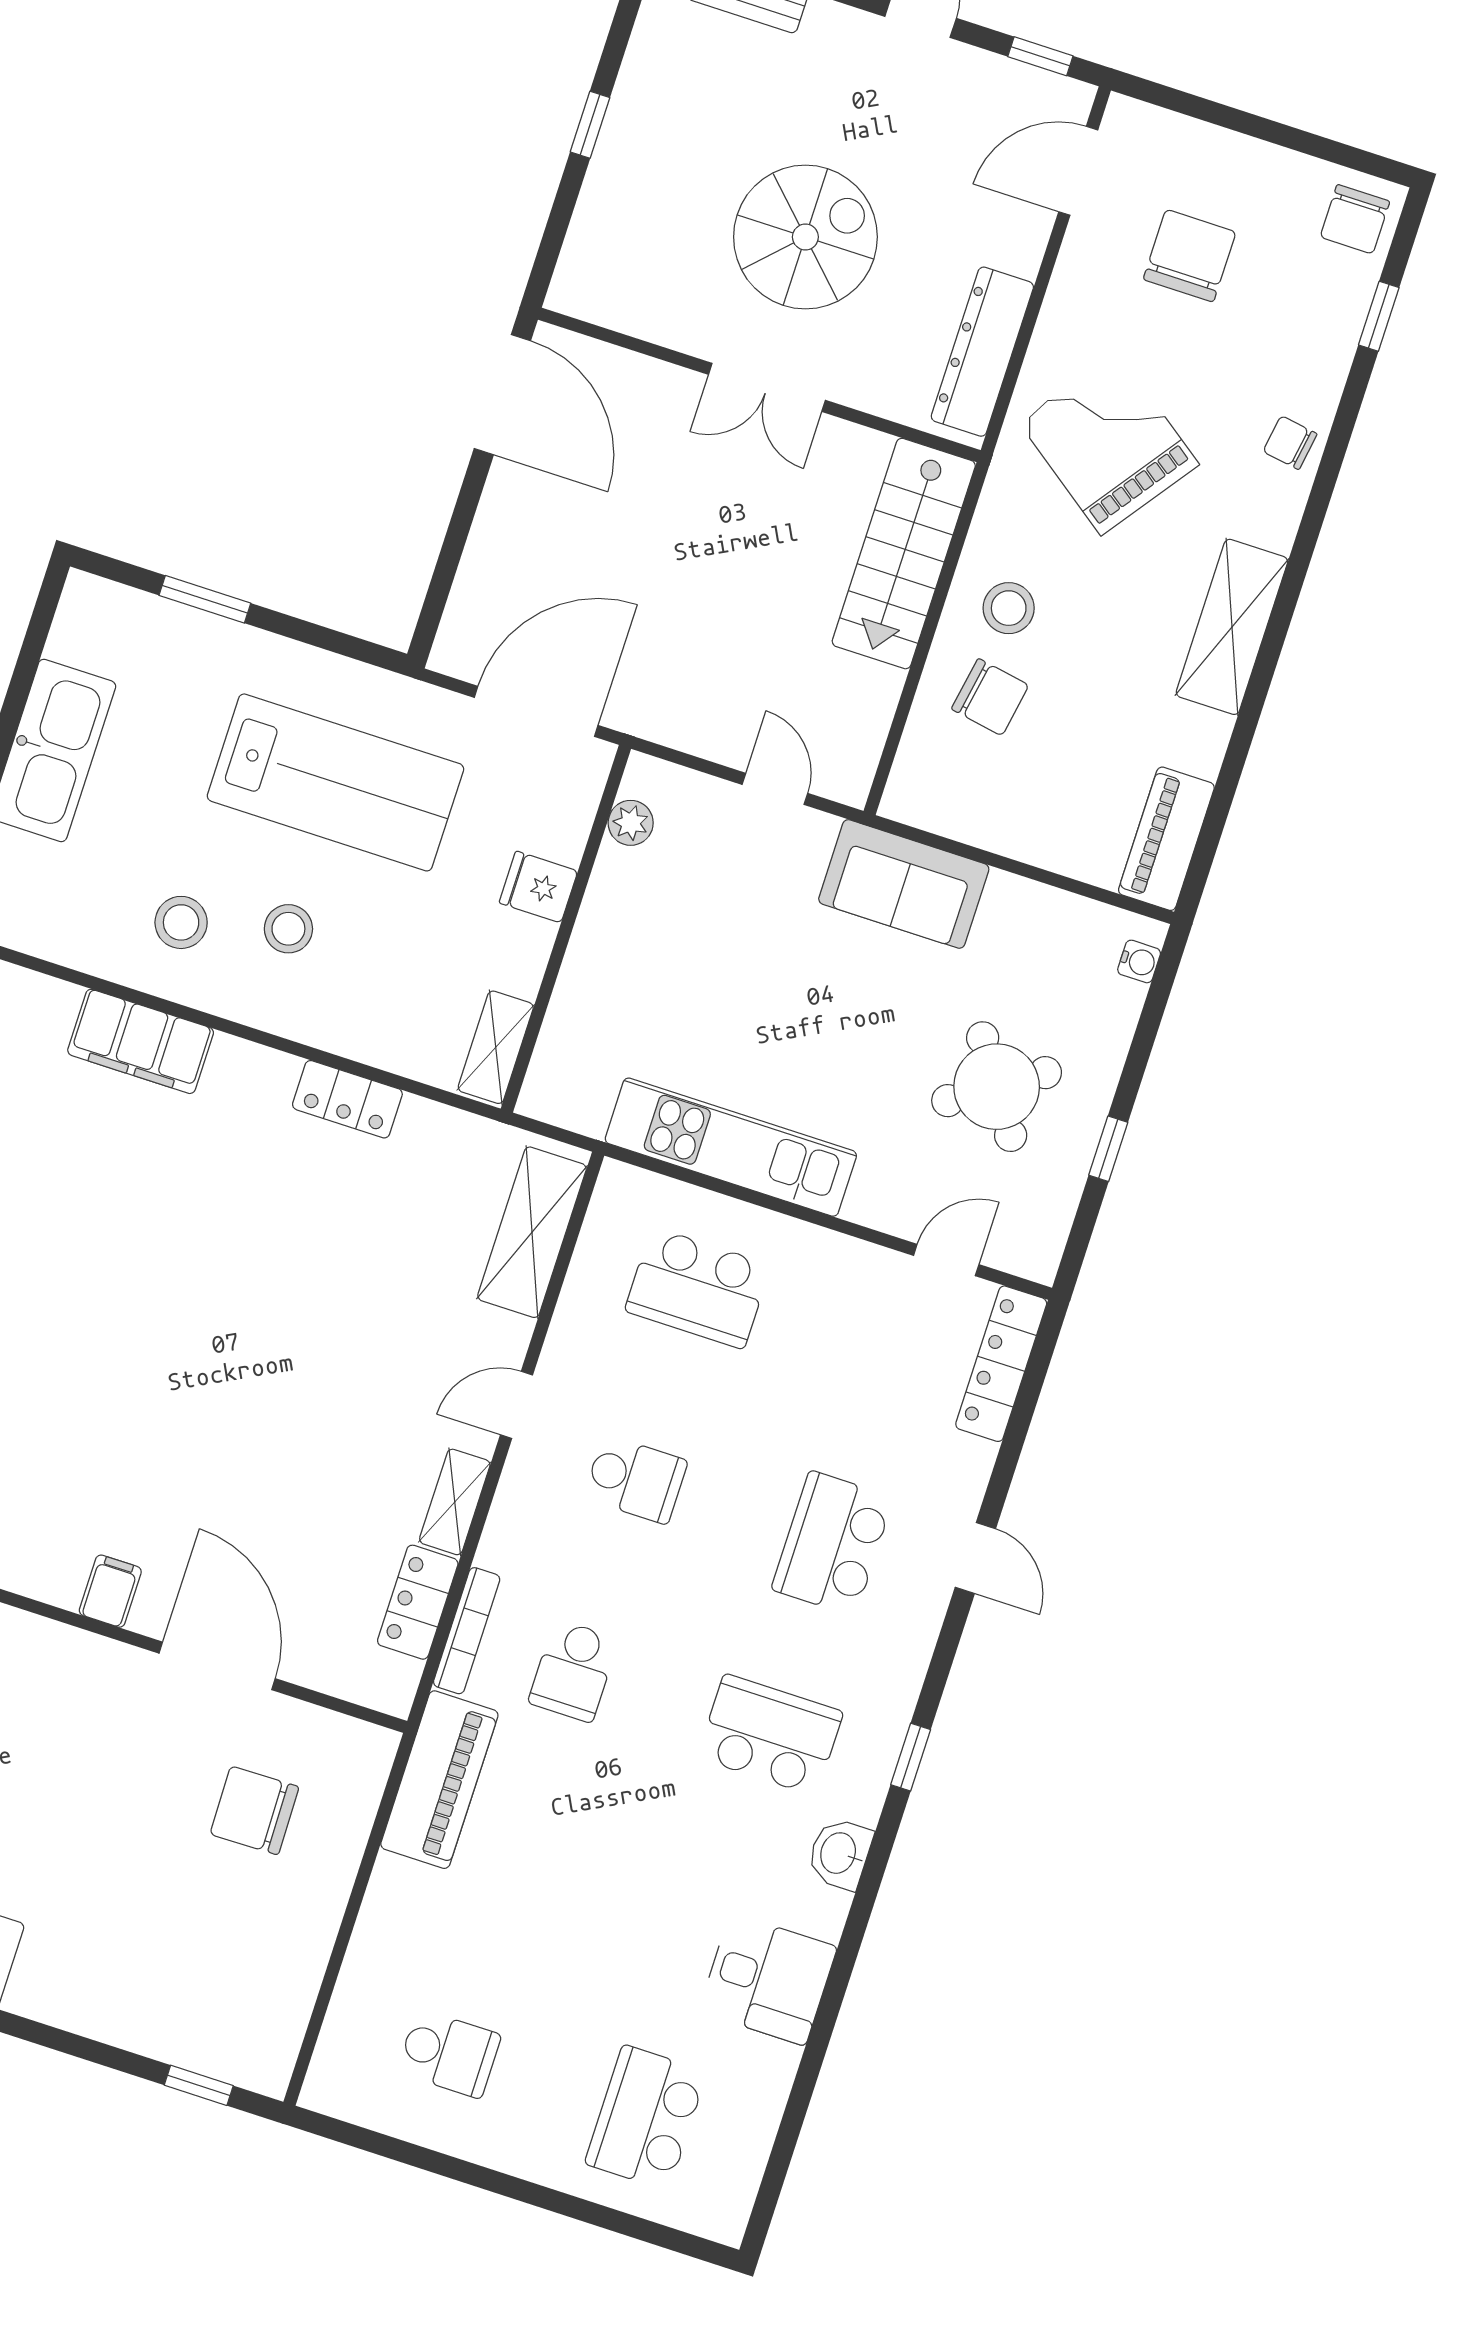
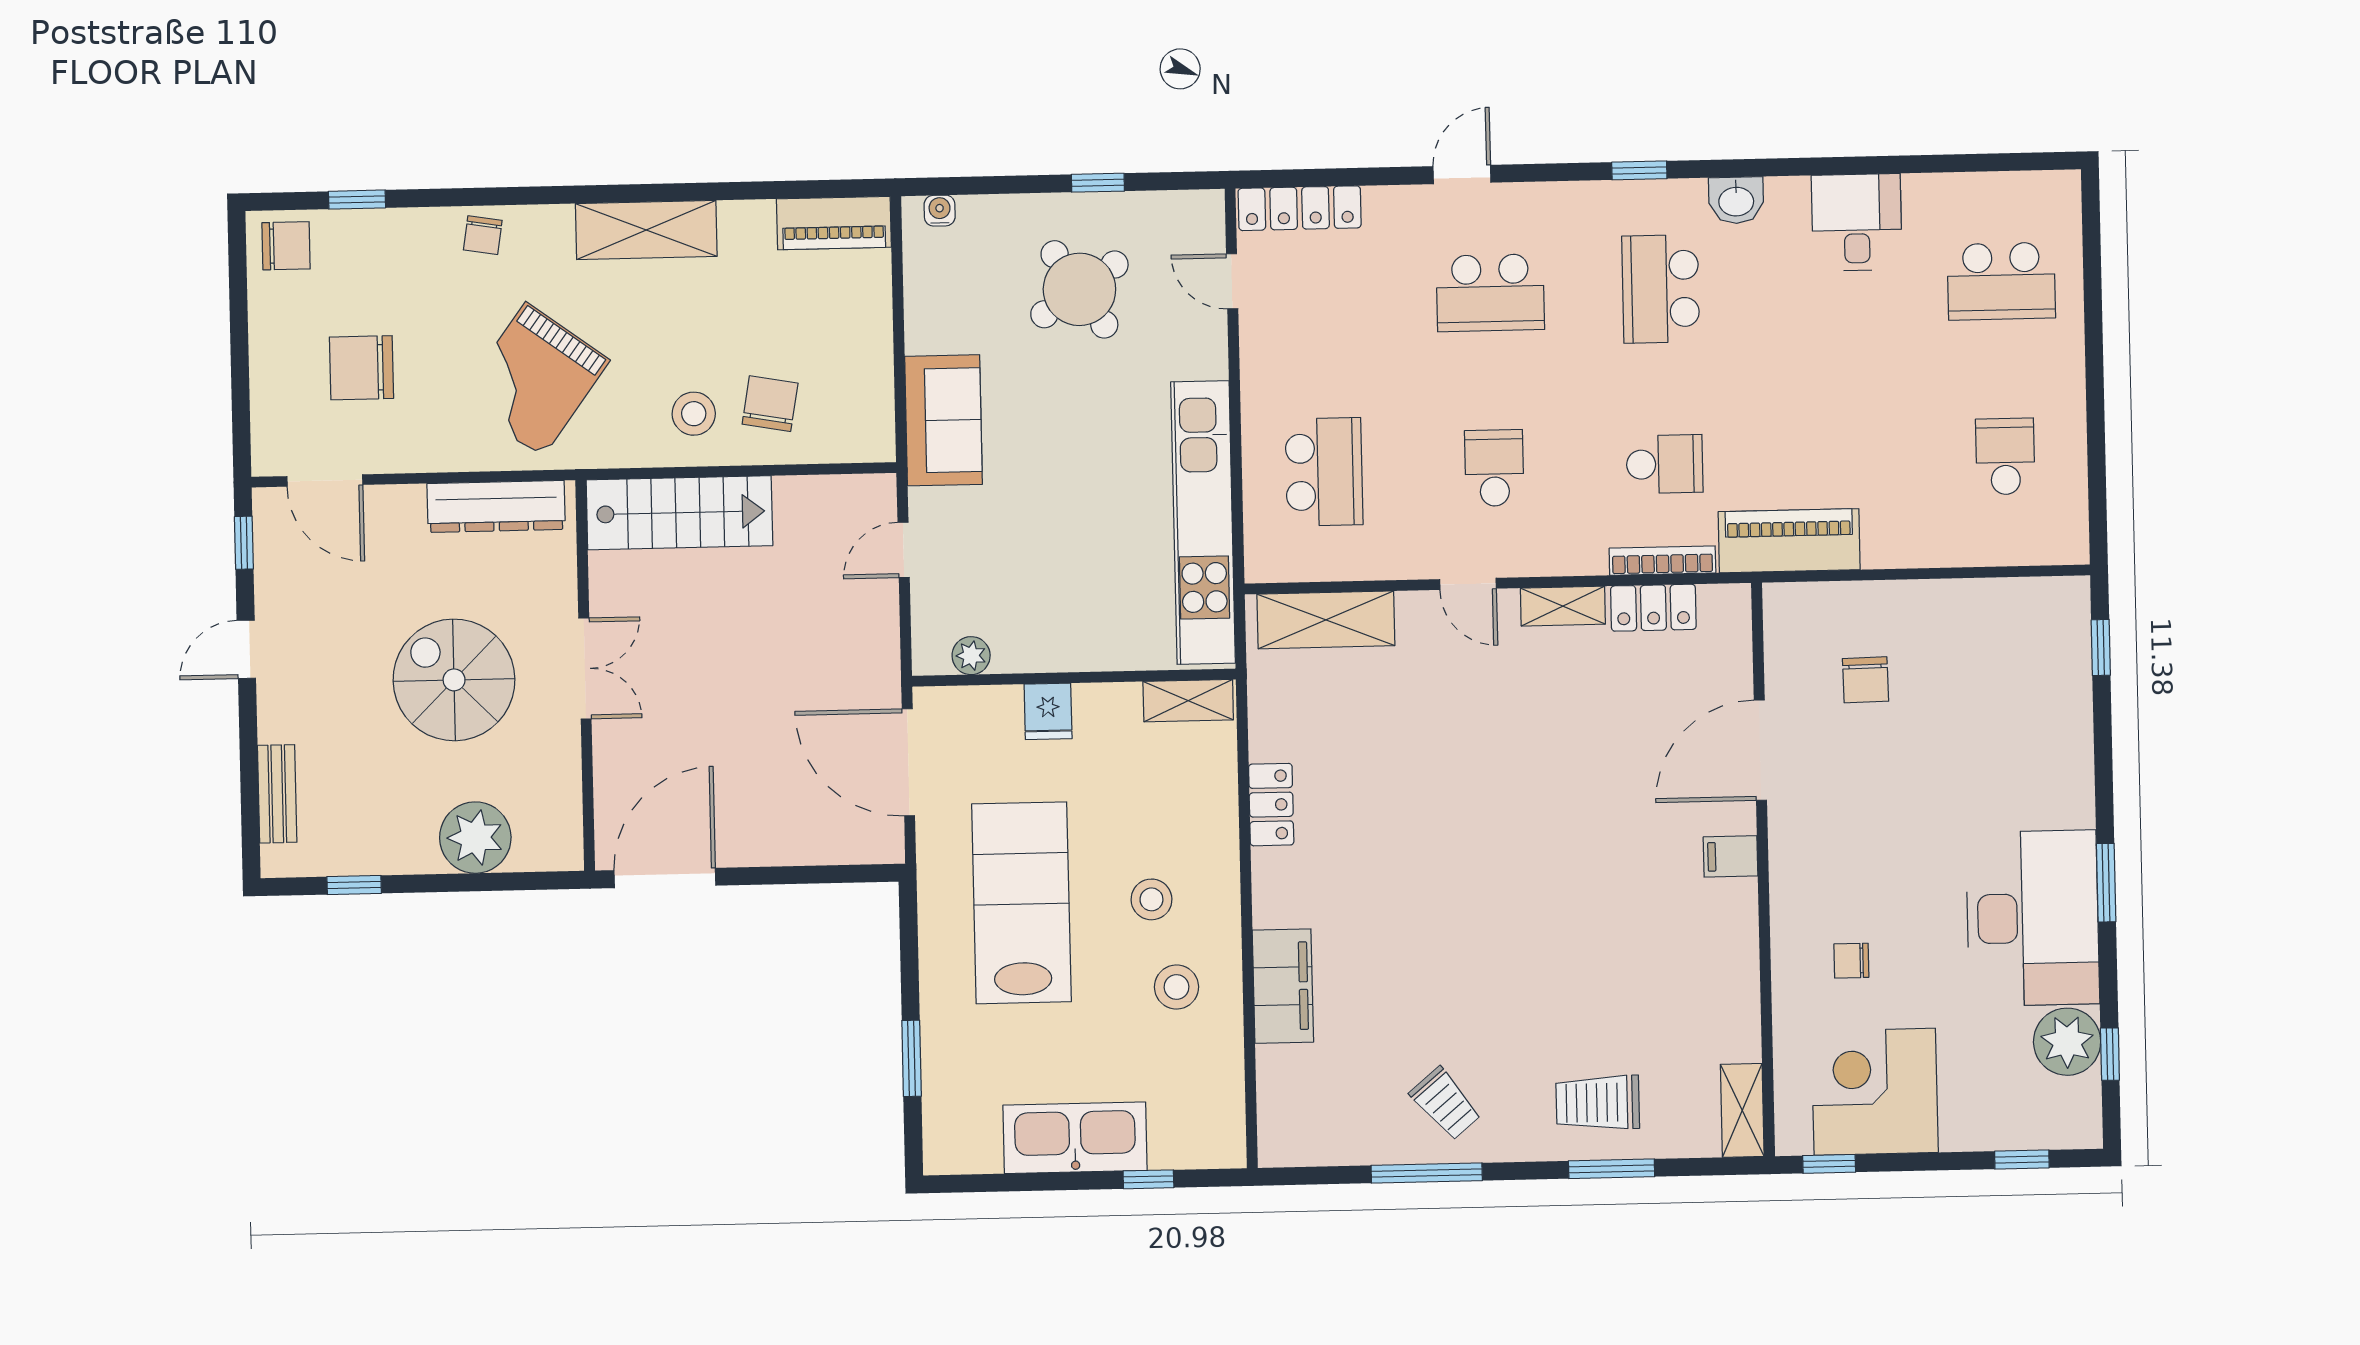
window: (590, 125) -> (354, 885), moved
plant: (621, 199) -> (475, 838), added
kitchen unit: (731, 1147) -> (1203, 522), width x1.36
chair: (254, 1810) -> (1865, 680), width x0.73, depth x0.73

